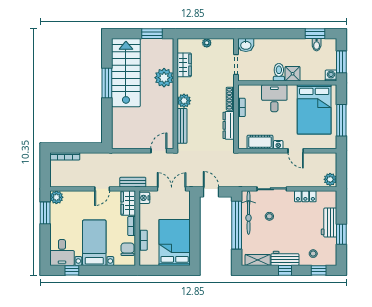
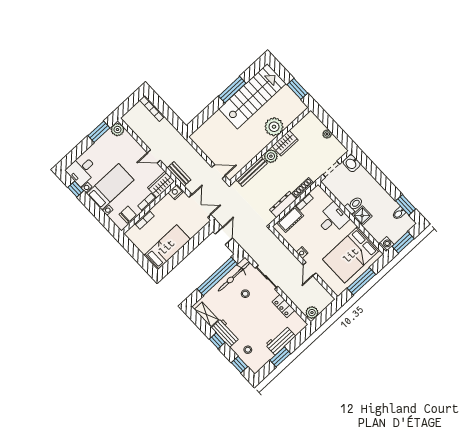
wardrobe: (184, 65) -> (285, 143), moved
cot: (260, 142) -> (290, 219), moved, turned 90
bed: (175, 242) -> (167, 247), width x0.67

